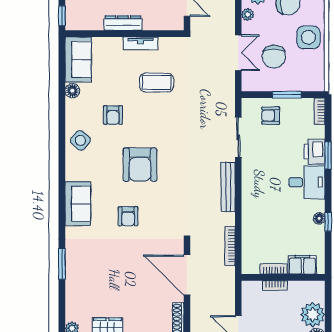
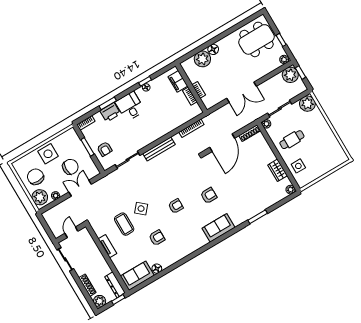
dresser: (123, 23) -> (115, 285), moved
side table: (80, 140) -> (141, 209), moved
armchair: (140, 165) -> (176, 206), width x0.53, depth x0.53

